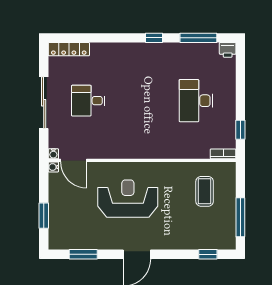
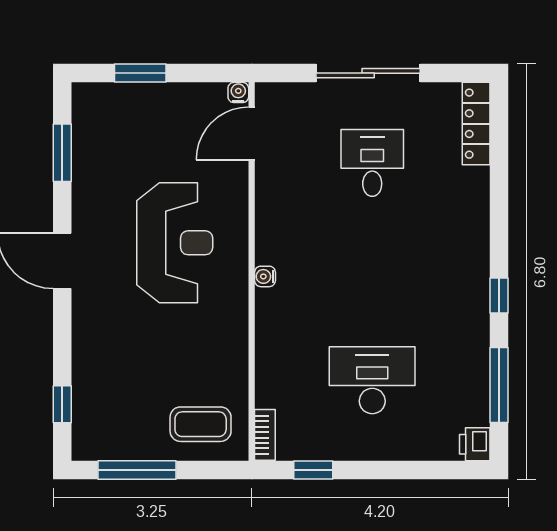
water cooler: (53, 154) -> (265, 276), moved
coffee table: (205, 191) -> (201, 424), moved

